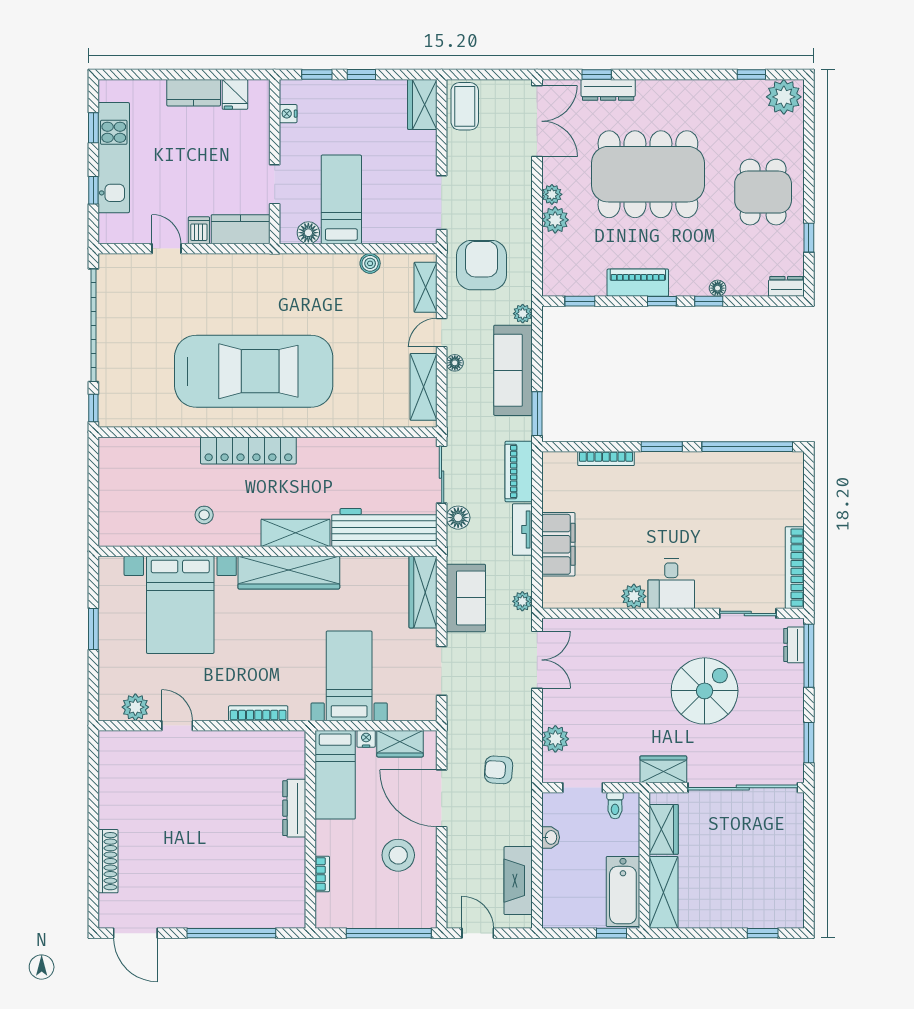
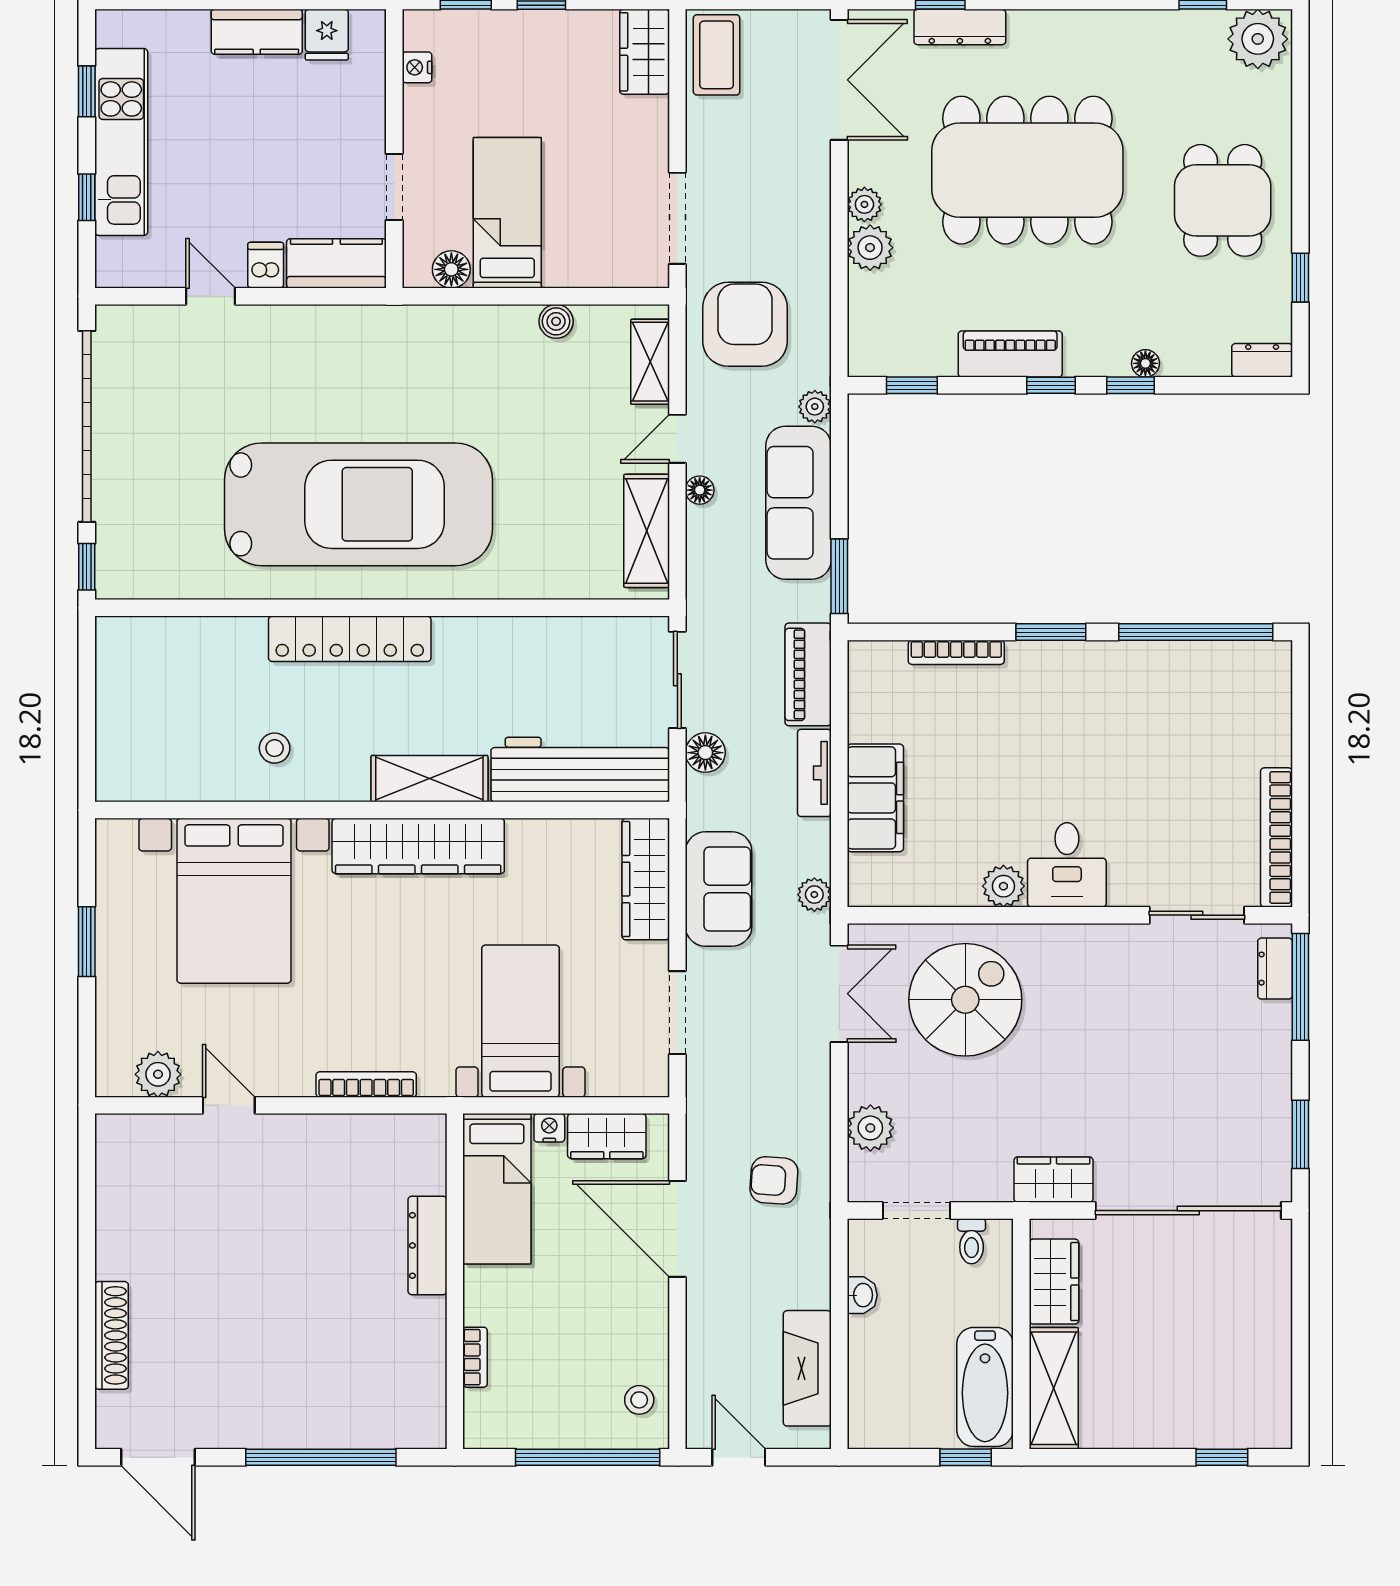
spiral stairs: (705, 691) -> (965, 1000), moved
stool: (398, 855) -> (639, 1400), moved, width x0.53, depth x0.53

